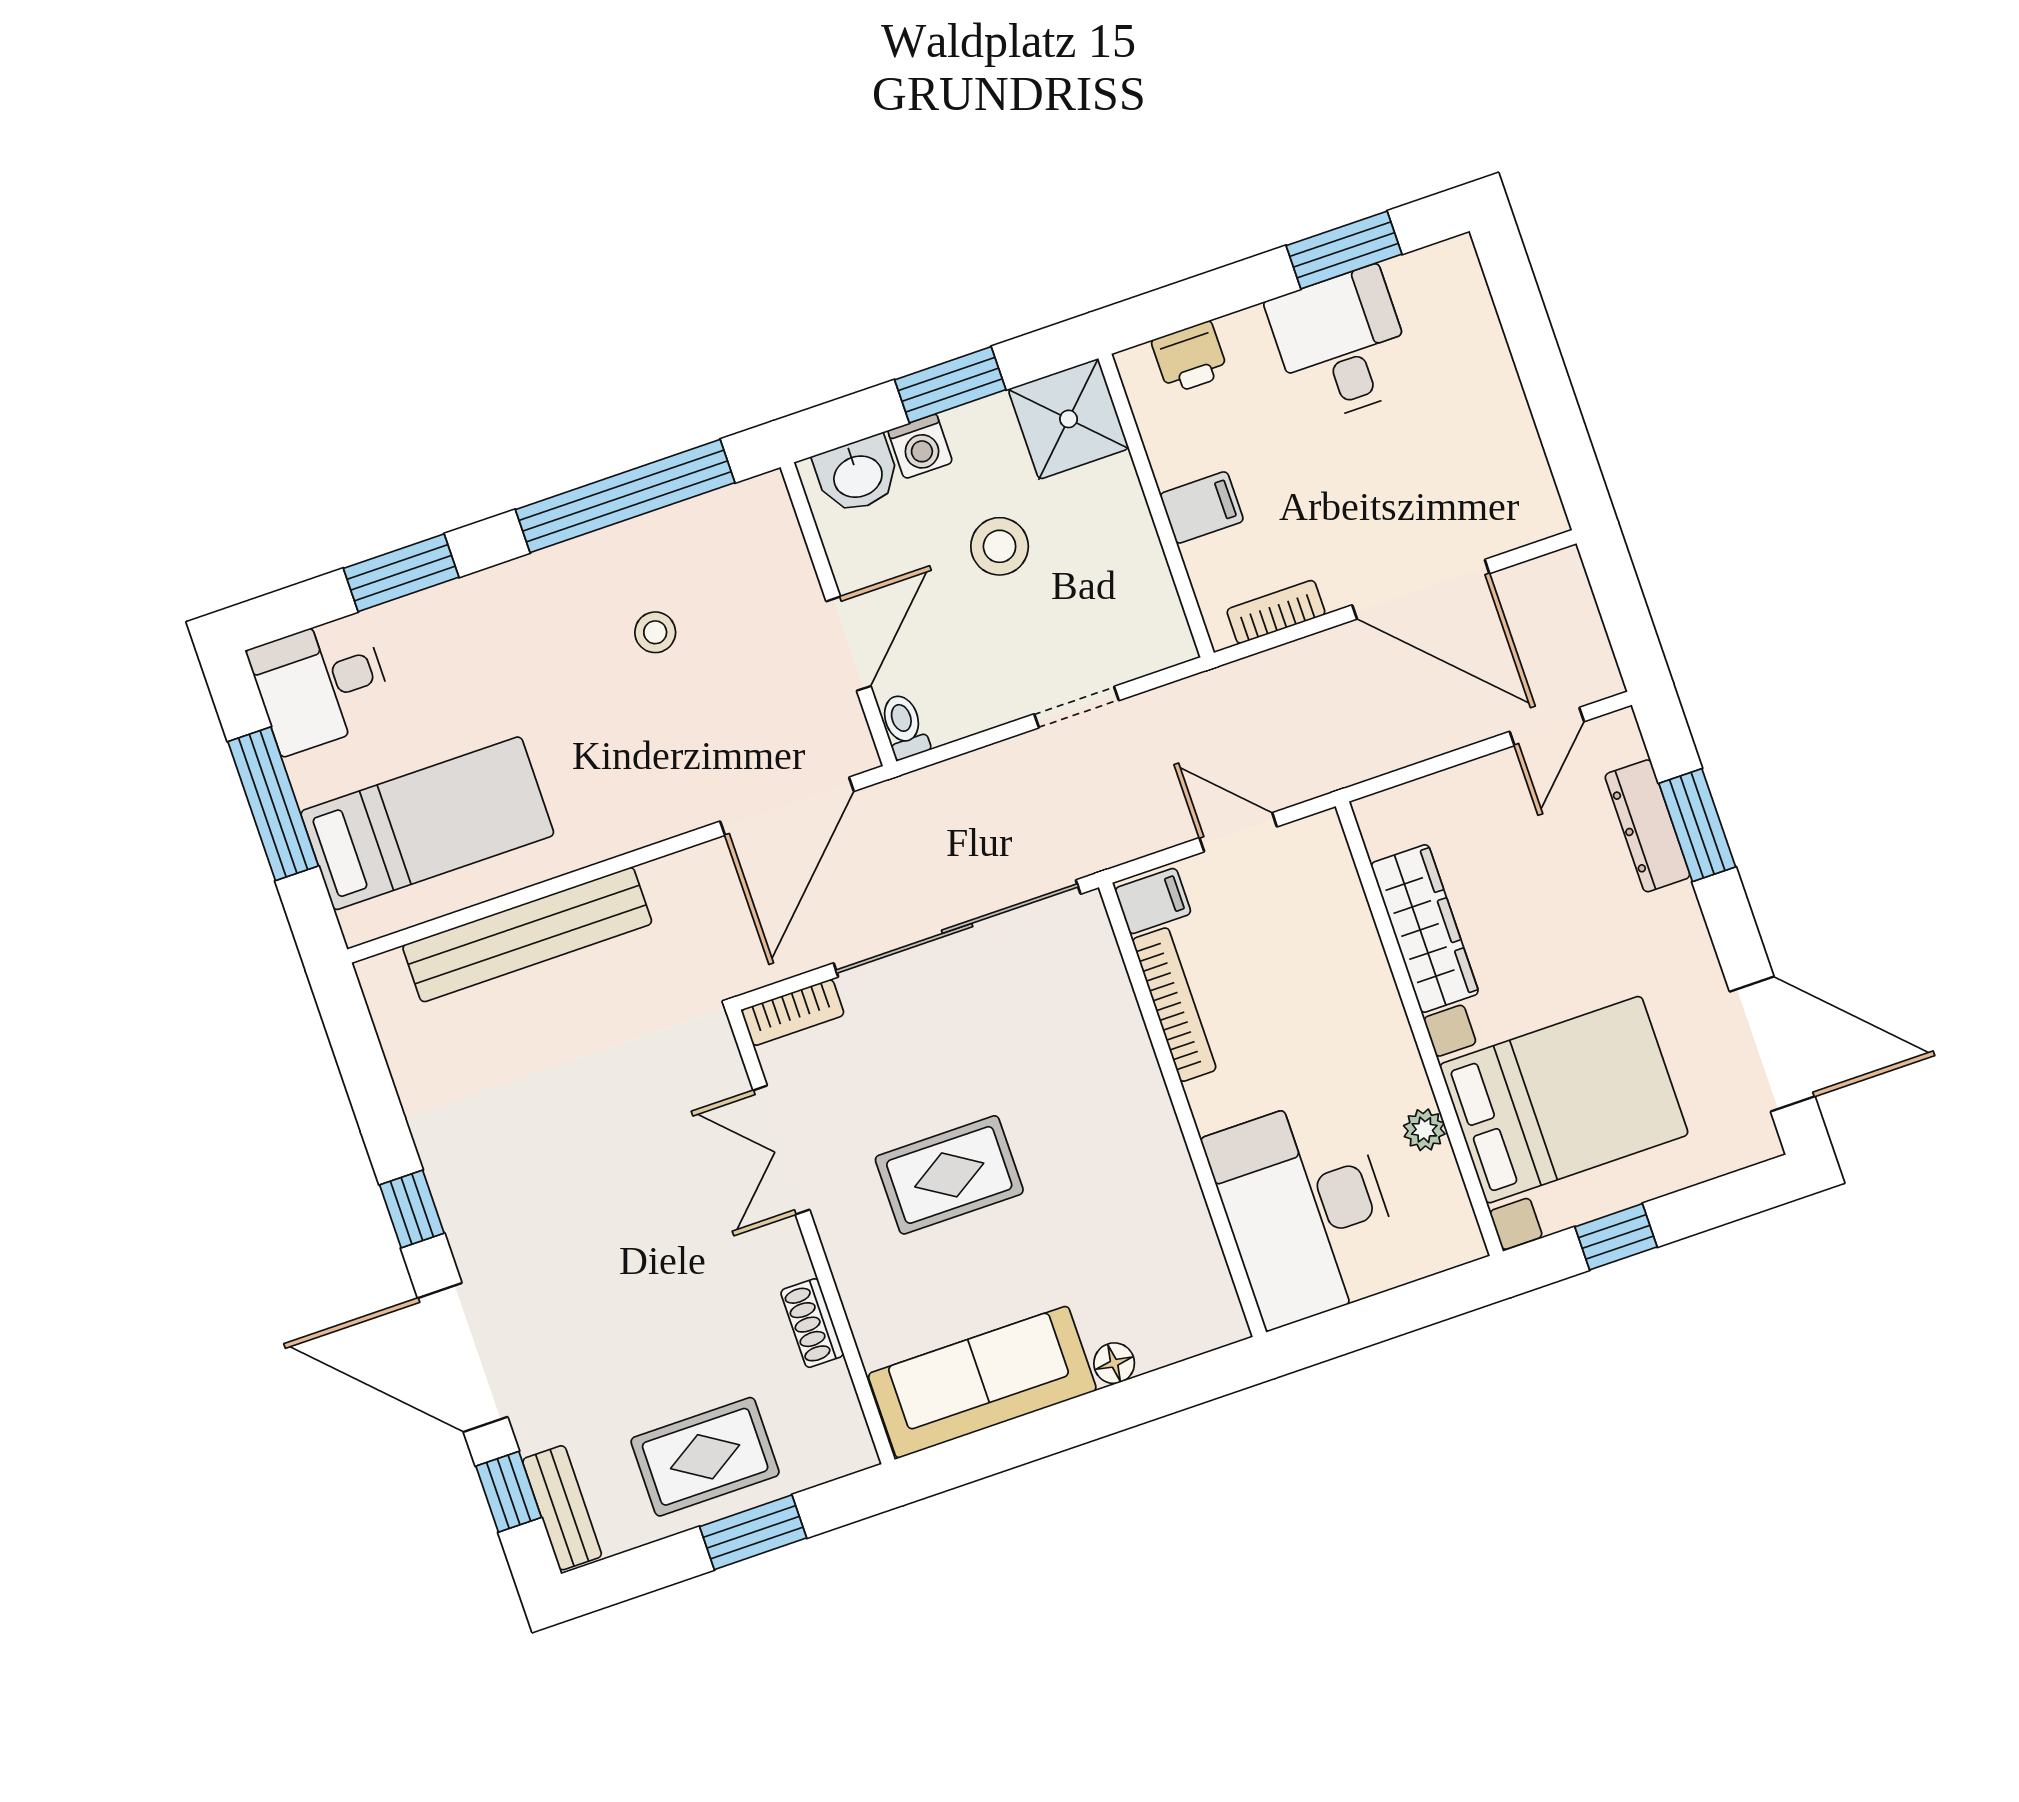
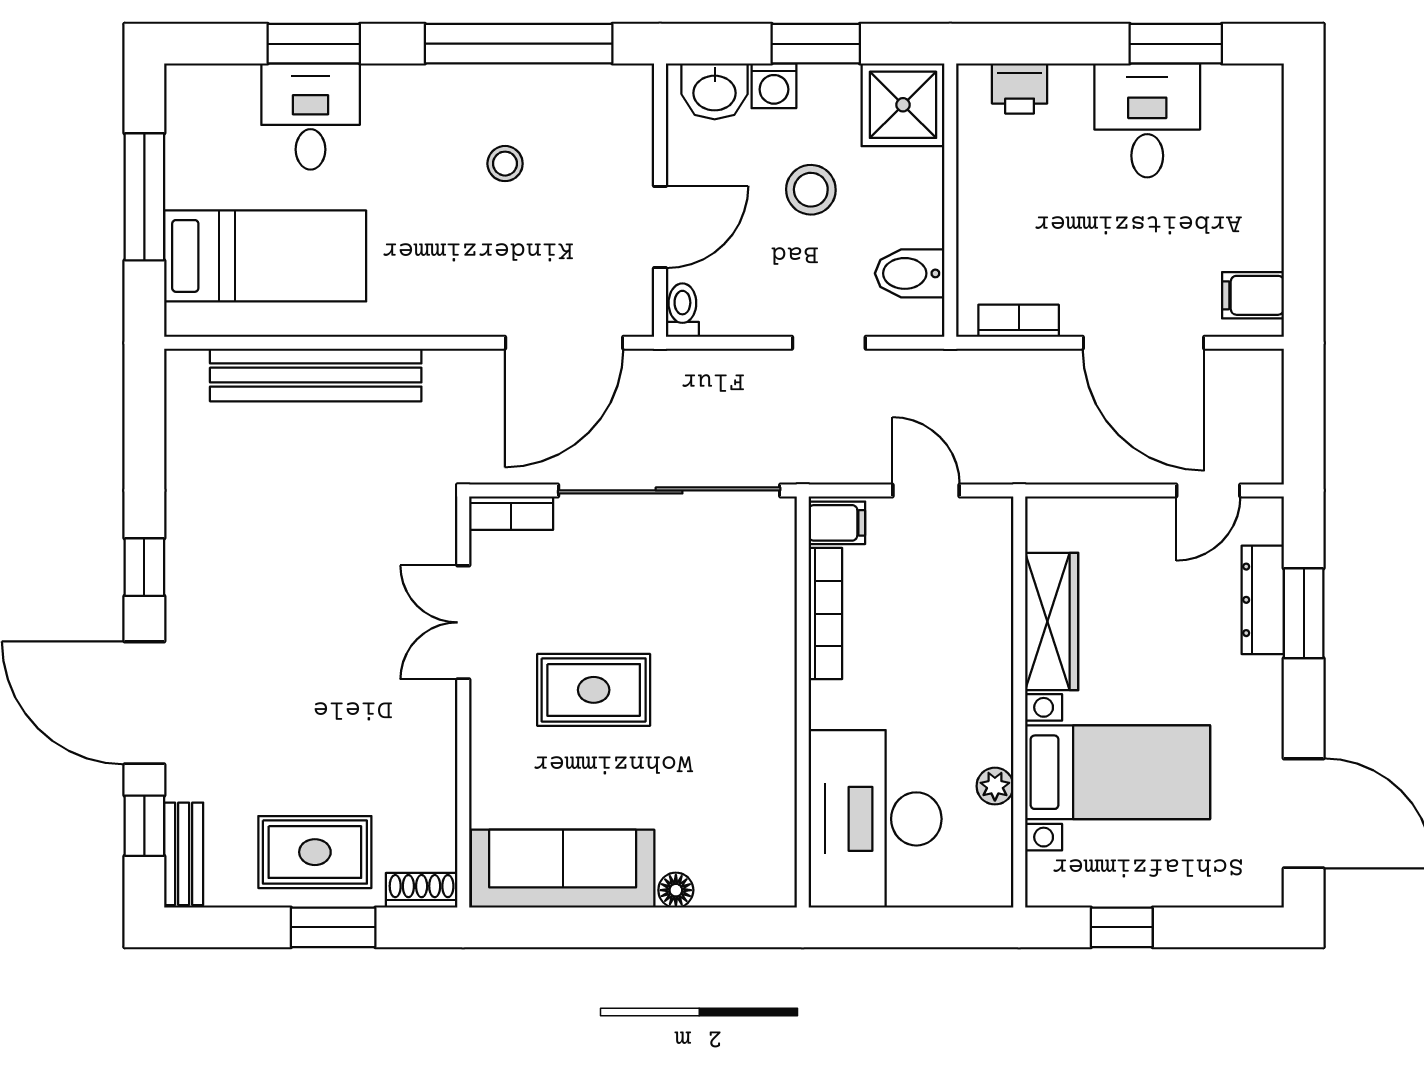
filing cabinet: (1202, 507) -> (1253, 295), moved, turned 180
bidet: (1139, 601) -> (910, 273), added
desk: (321, 684) -> (311, 116), moved, turned 90
bed with nightstands: (1564, 1100) -> (1118, 772), width x0.73
shoe rack: (812, 1323) -> (422, 890), moved, turned 90

